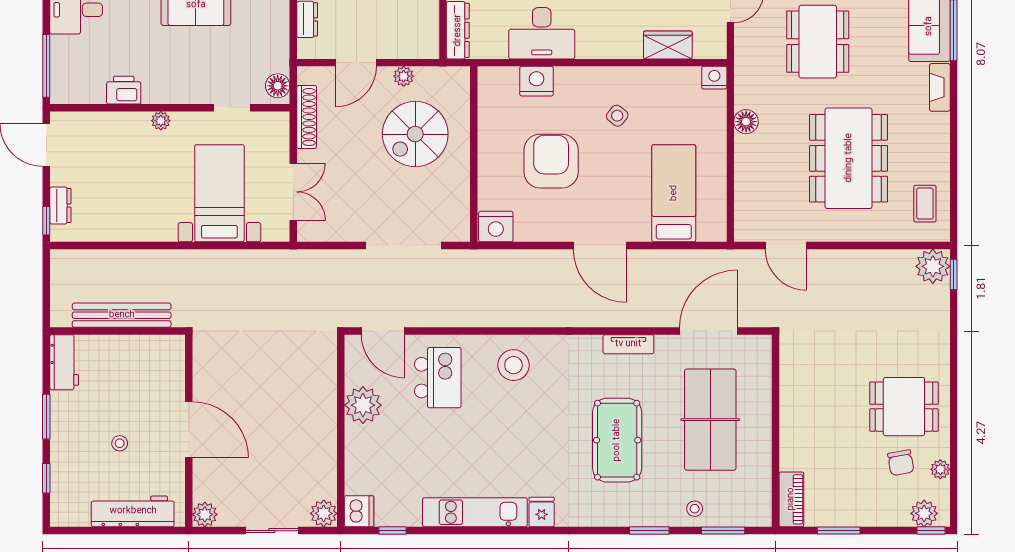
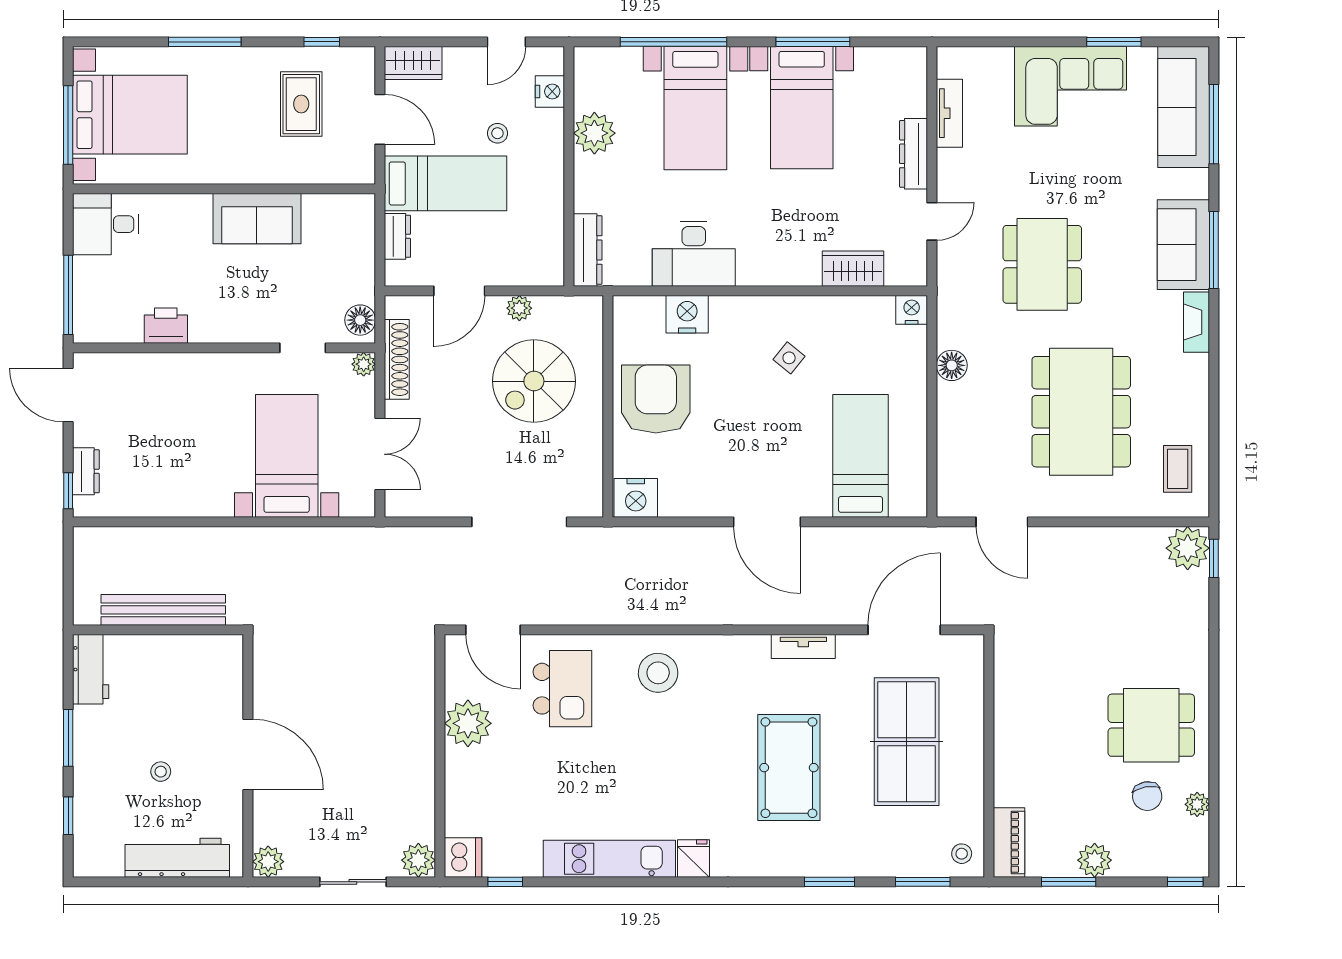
plant: (161, 121) -> (364, 364), moved
armchair: (551, 161) -> (656, 399), moved
stool: (695, 509) -> (962, 854), moved
plant: (924, 513) -> (1095, 860), moved

